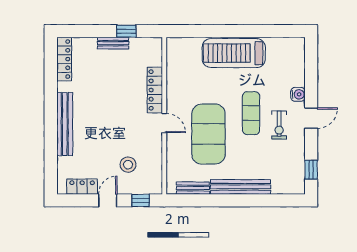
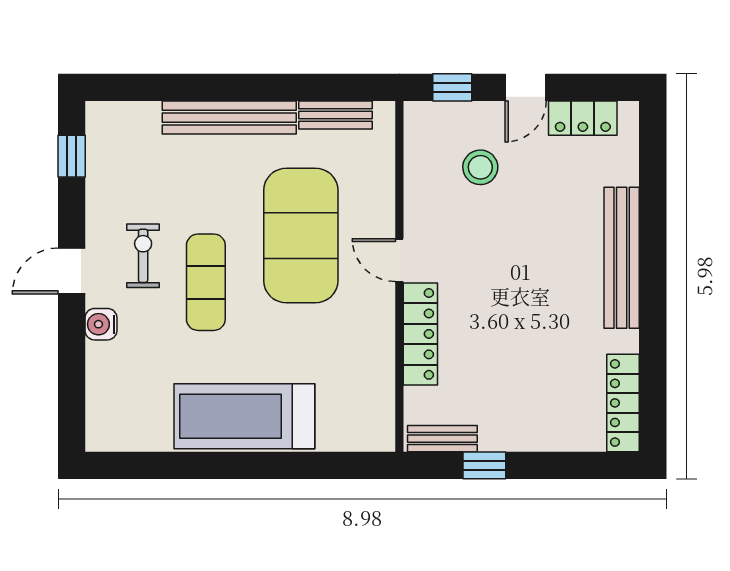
bench: (113, 43) -> (442, 439), moved
treadmill: (234, 53) -> (244, 416), turned 180

